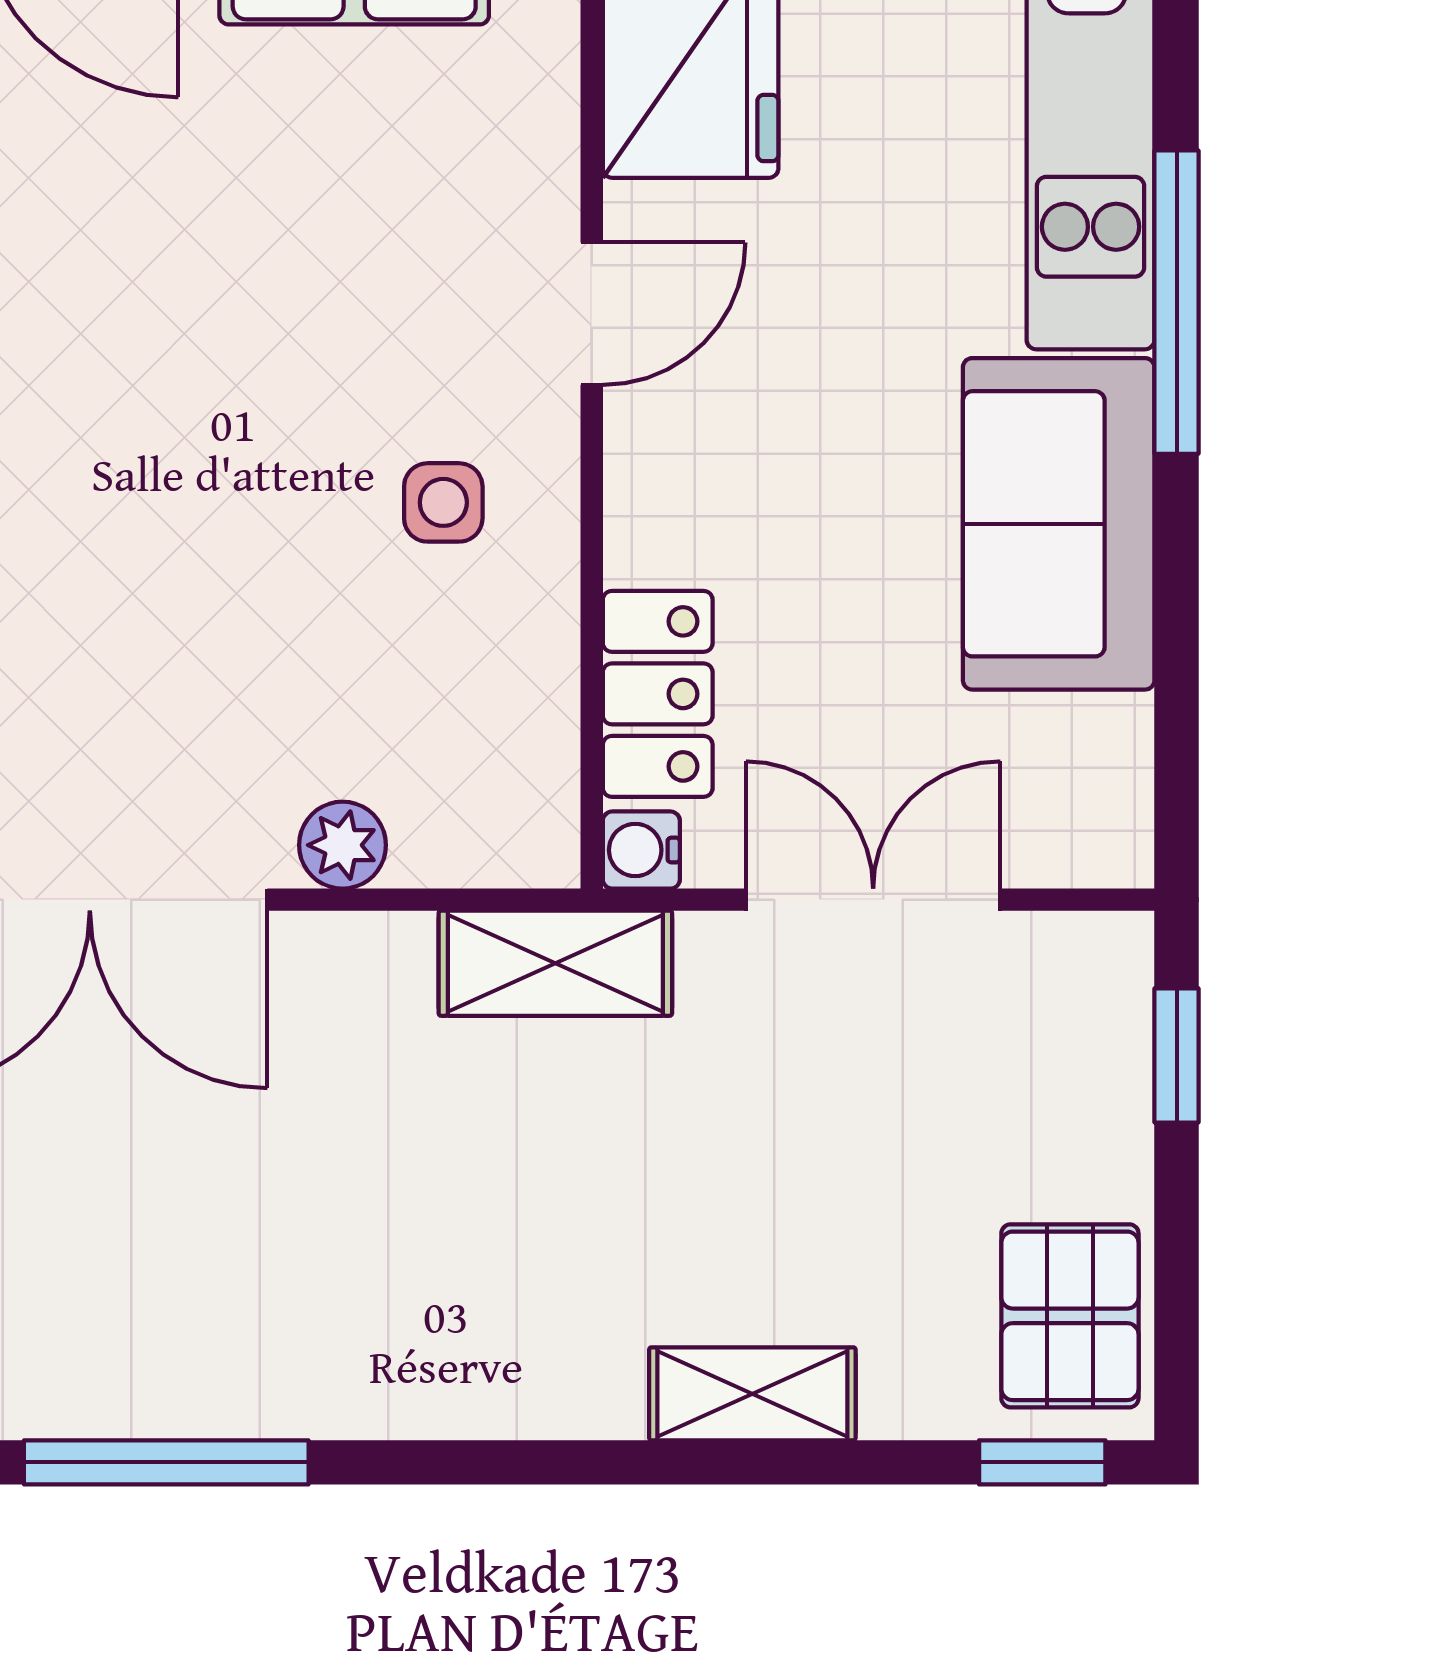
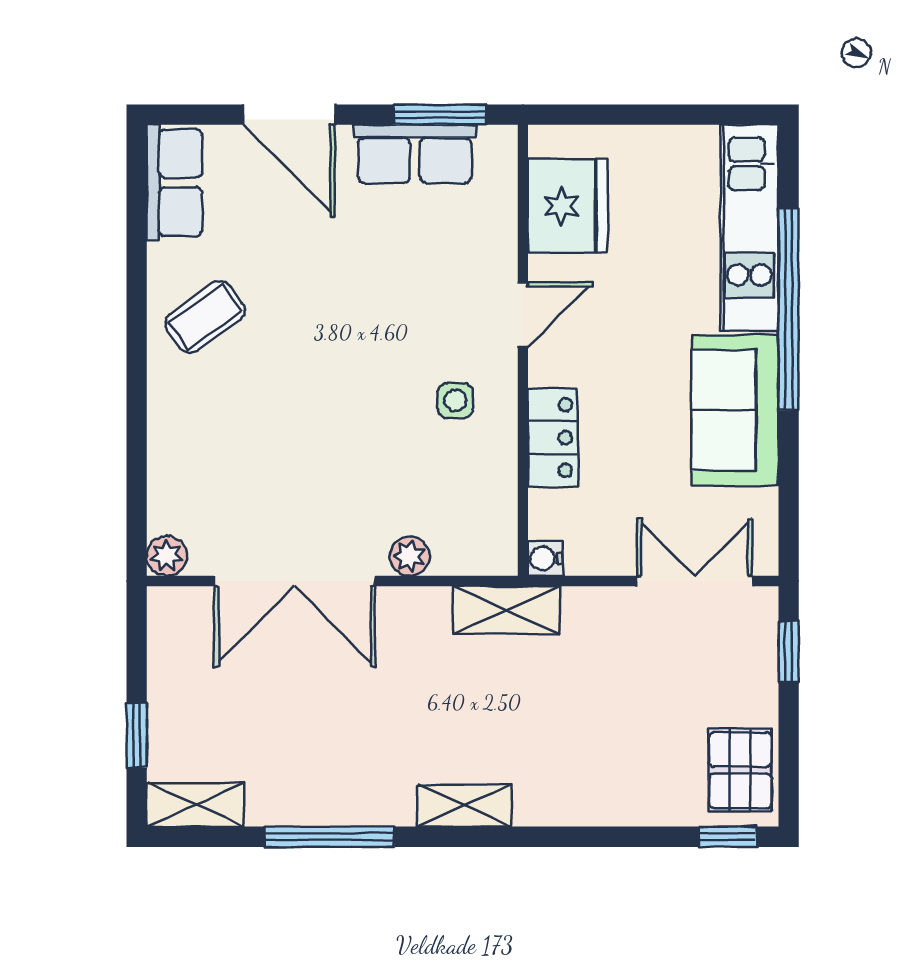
window: (1177, 302) -> (789, 309), width x1.46
locker: (658, 694) -> (553, 438), moved
double door: (873, 900) -> (695, 581), moved
shelving: (752, 1394) -> (464, 806), moved

